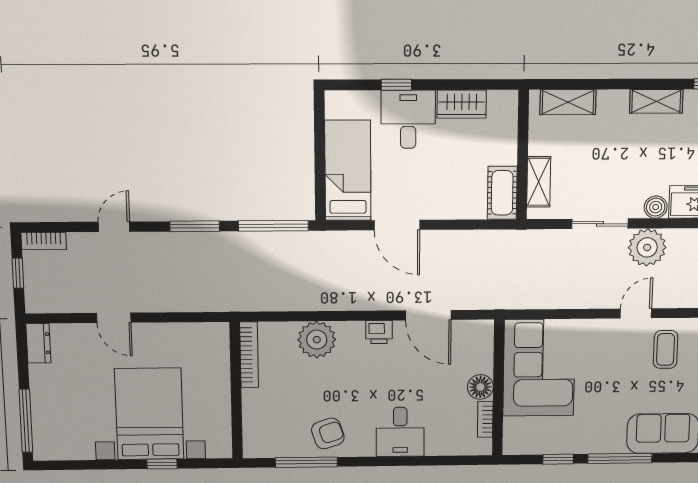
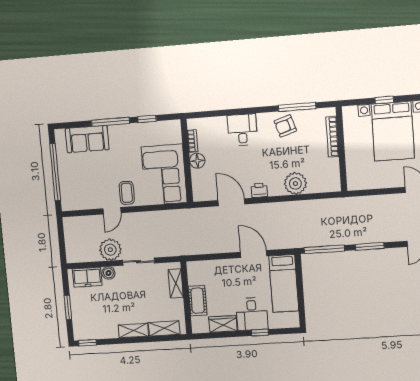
shelving: (656, 101) -> (133, 331), moved
cot: (502, 193) -> (198, 301), moved
coffee table: (666, 349) -> (127, 193), moved
bookcase: (249, 355) -> (332, 137), moved

